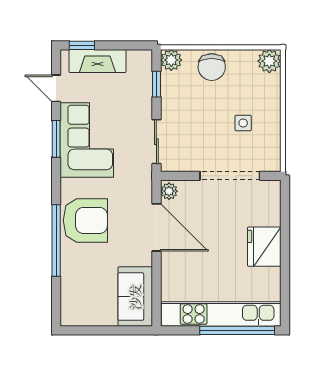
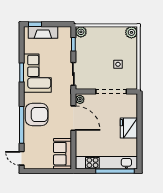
chair: (212, 67) -> (102, 35), removed
door: (56, 88) -> (22, 158), moved

